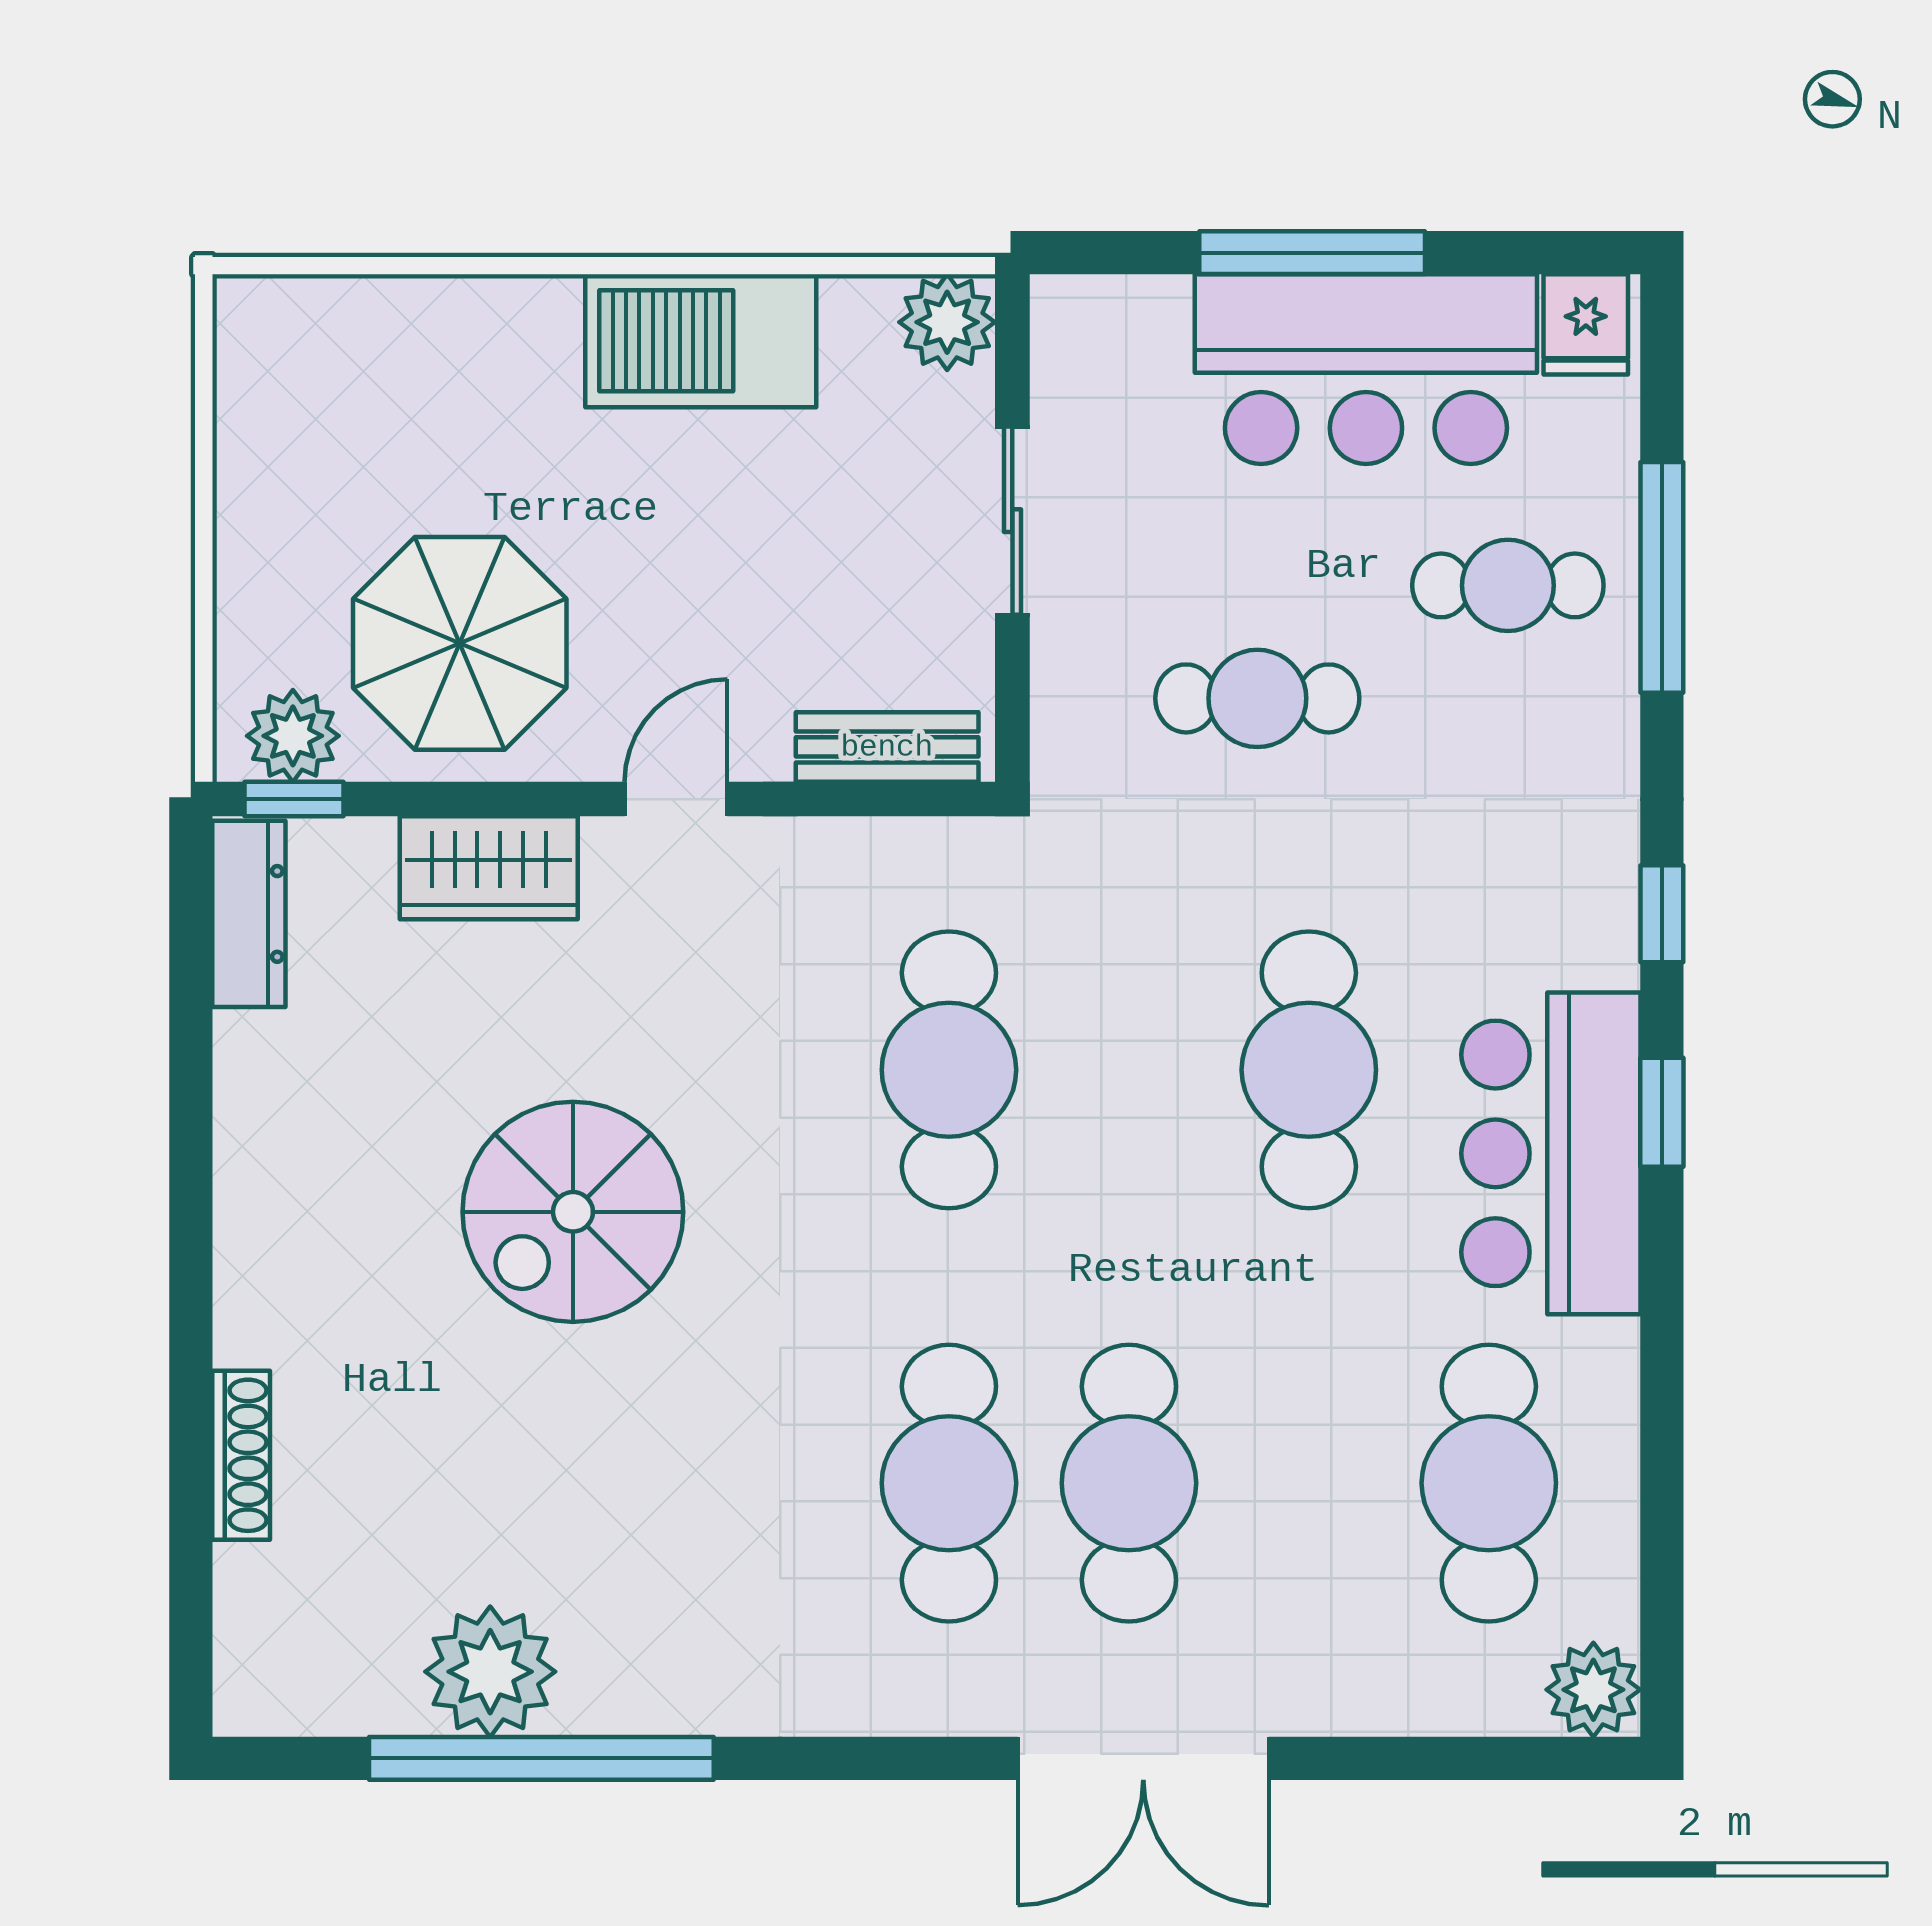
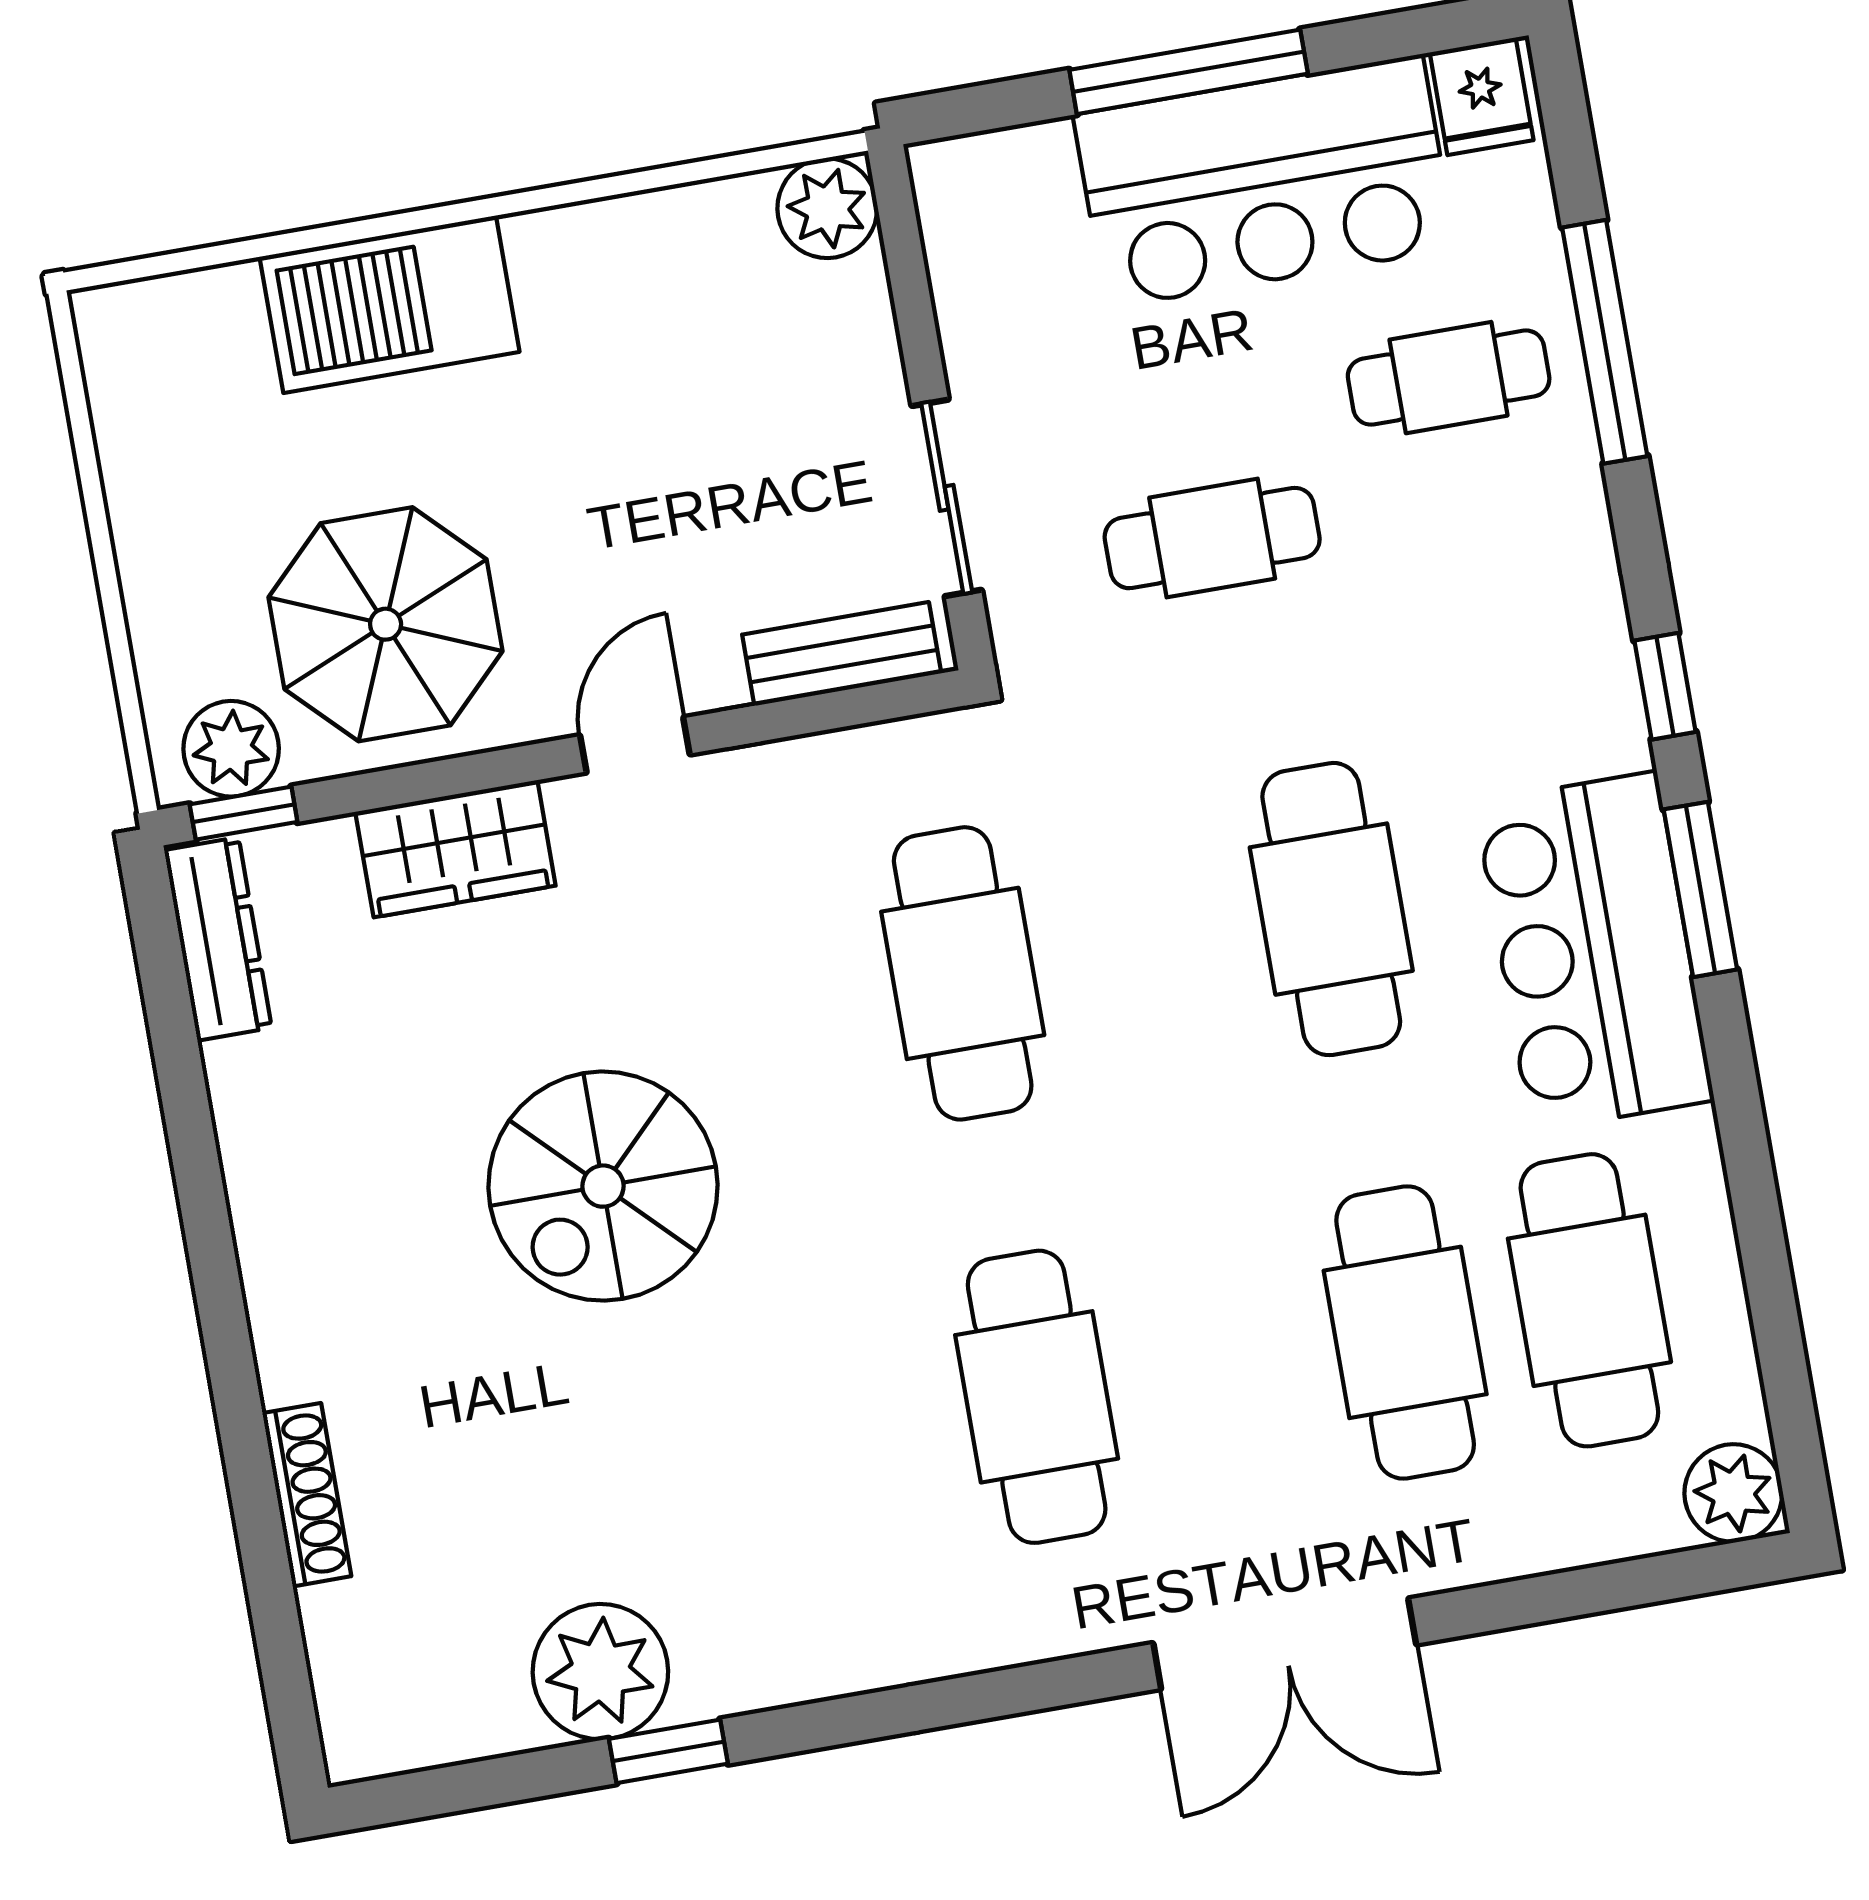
barbecue: (701, 341) -> (390, 304), moved
sliding door: (1012, 521) -> (947, 498), moved
window: (1662, 1112) -> (1700, 889), width x1.50
cafe table: (1129, 1483) -> (1405, 1332), moved
window: (541, 1758) -> (668, 1751), width x0.32

